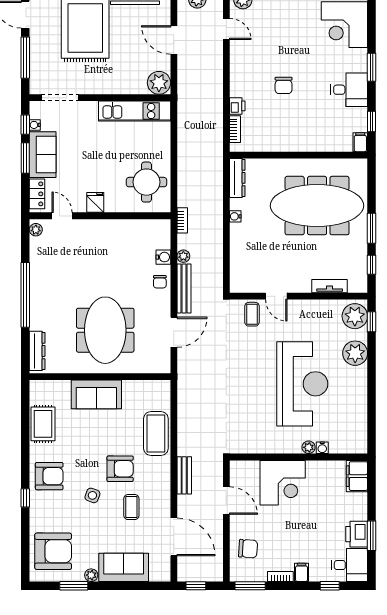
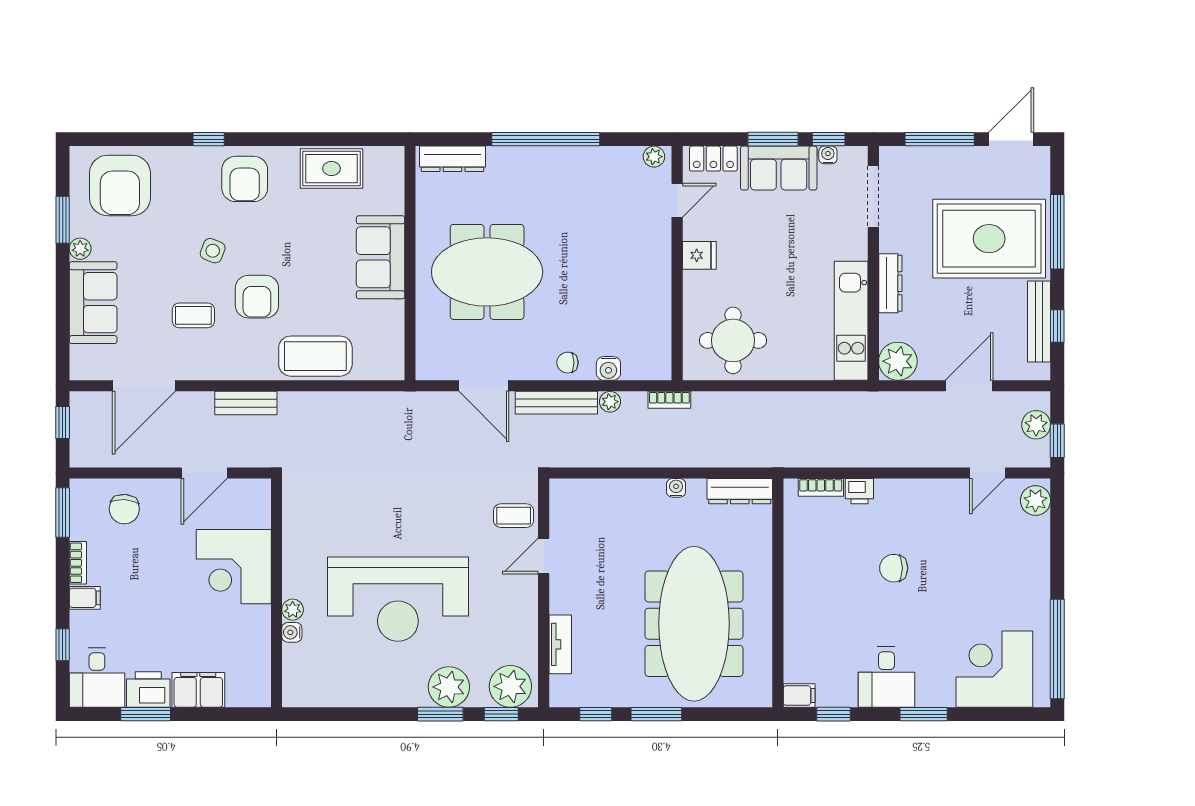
dresser: (112, 87) -> (890, 283), added
window: (372, 358) -> (440, 714), added
filing cabinet: (357, 476) -> (198, 690), moved

